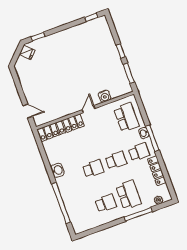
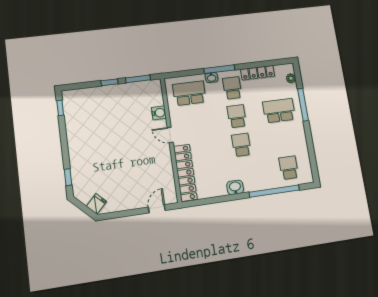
fridge: (27, 52) -> (96, 204), moved
school desk: (106, 203) -> (289, 168), moved

